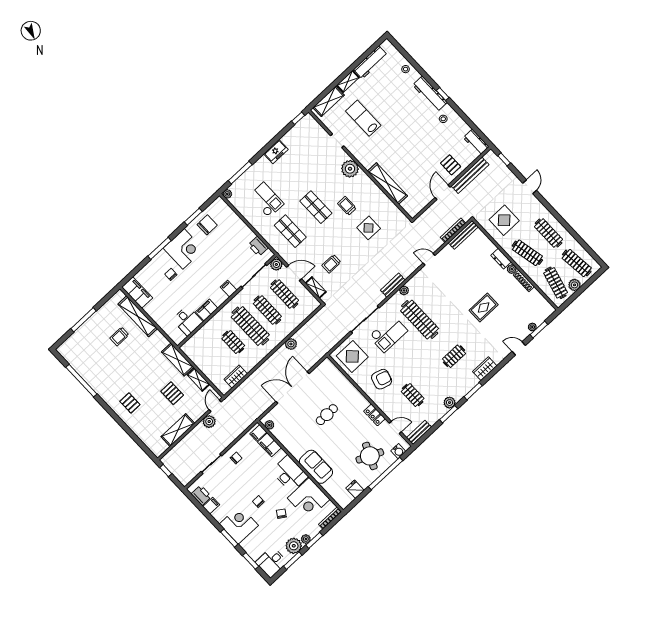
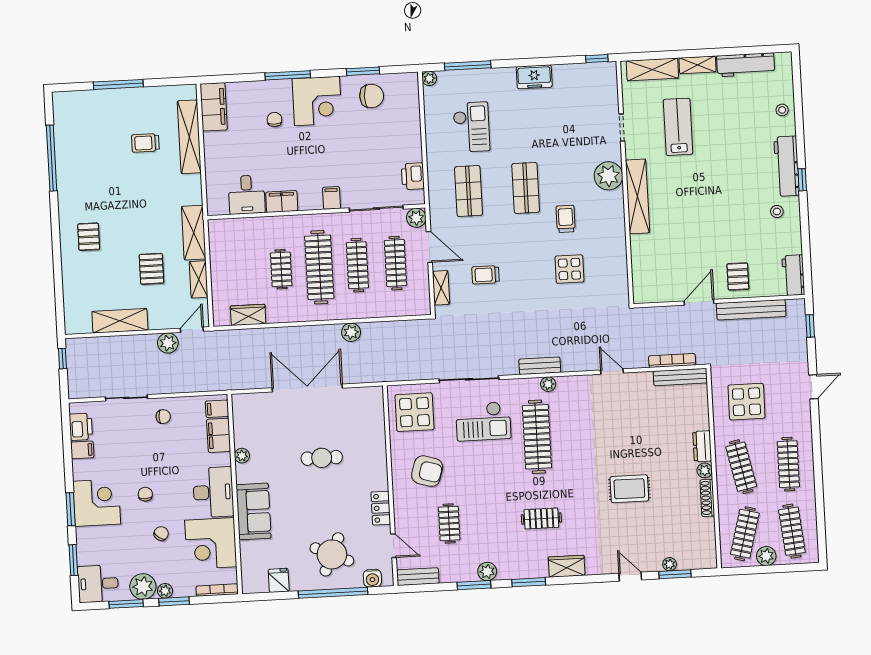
shelving: (387, 184) -> (638, 196), moved
plant: (269, 425) -> (242, 456), moved

